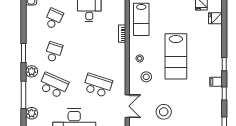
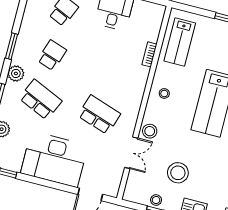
stool: (146, 77) -> (150, 131), moved

